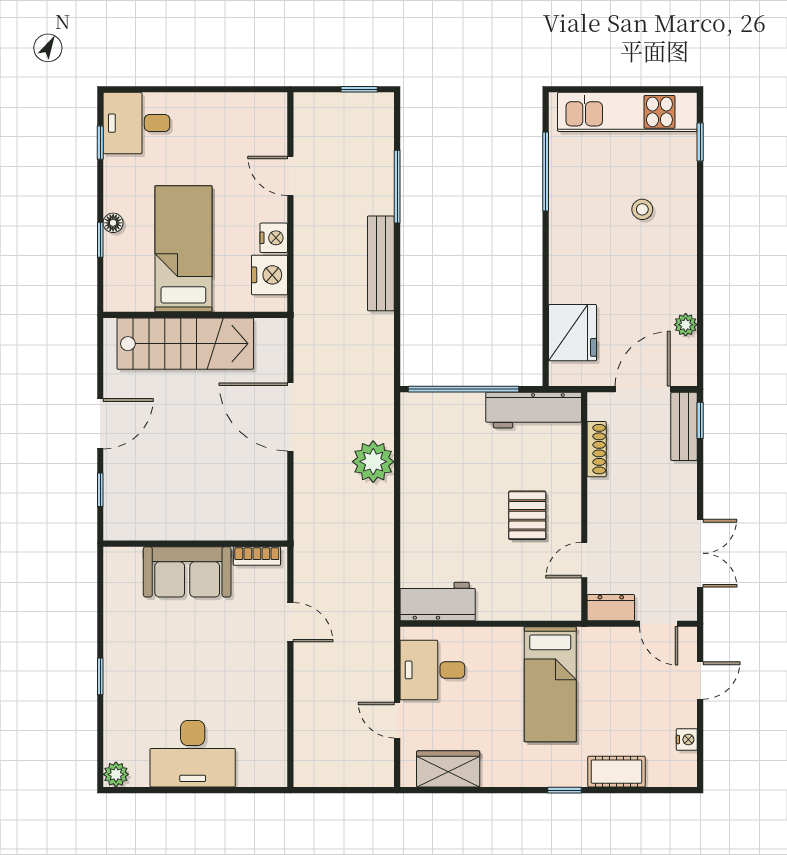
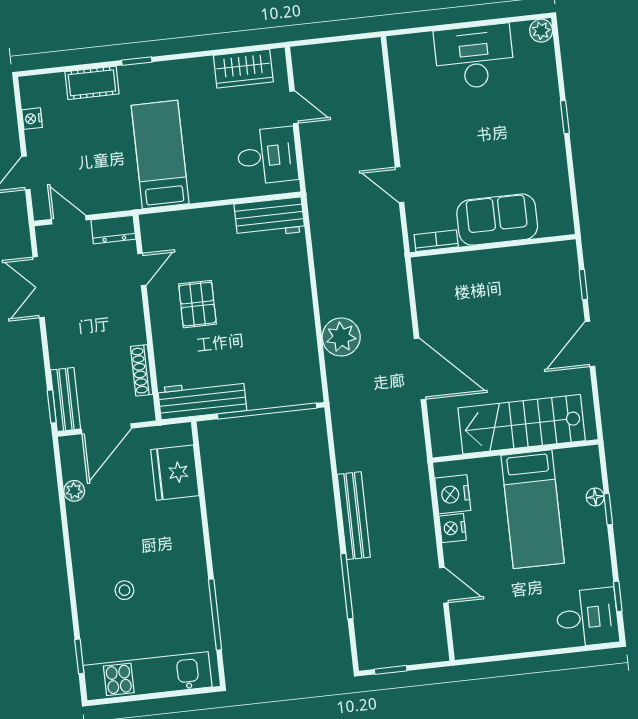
floor lamp: (113, 223) -> (595, 497), moved

